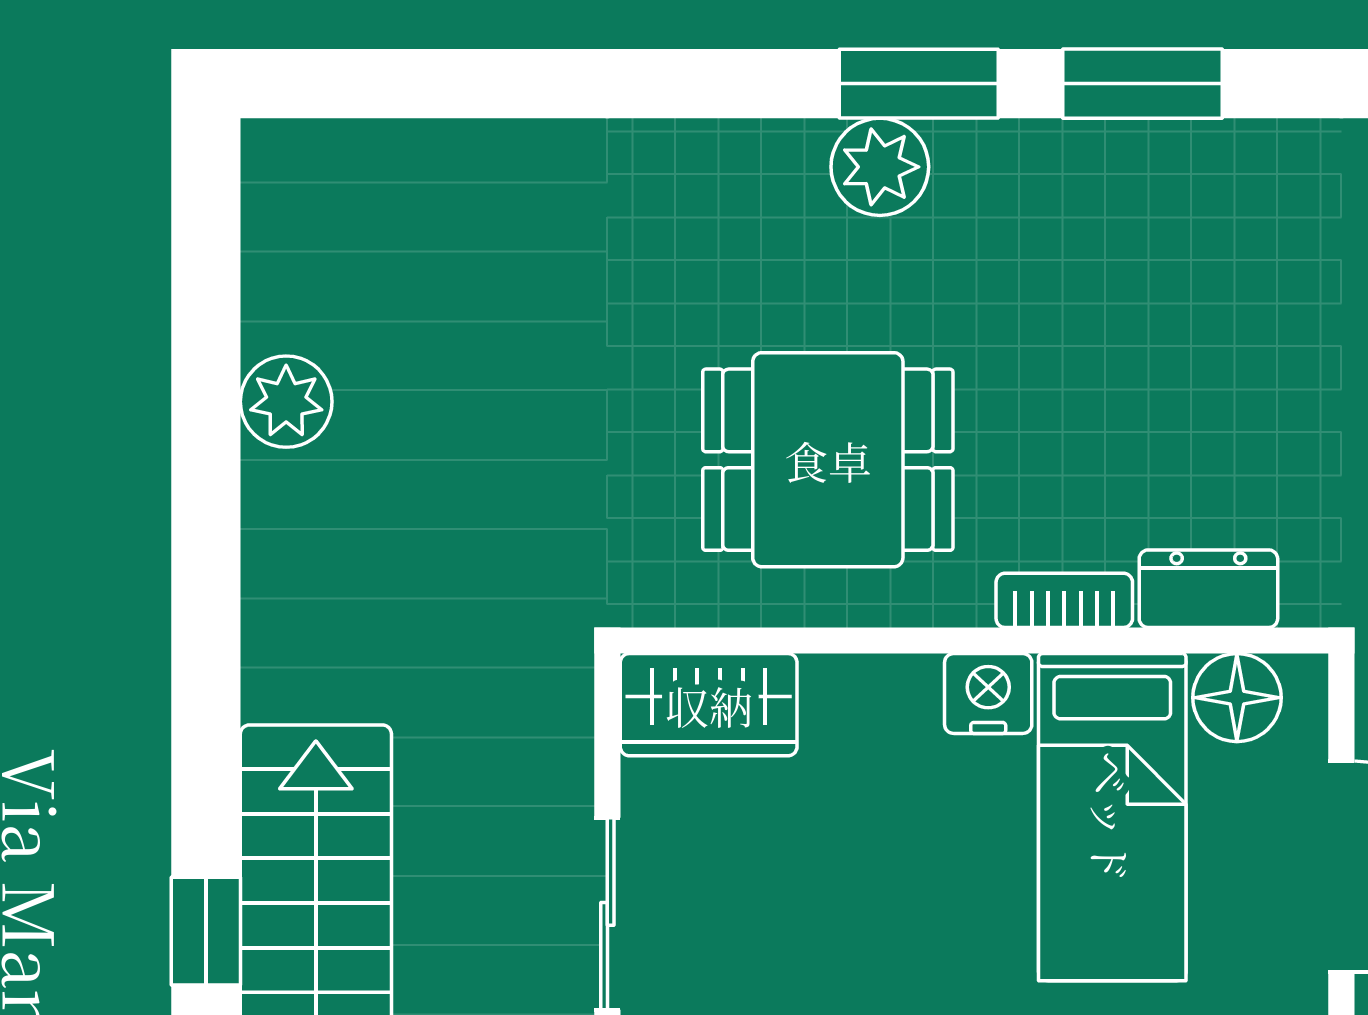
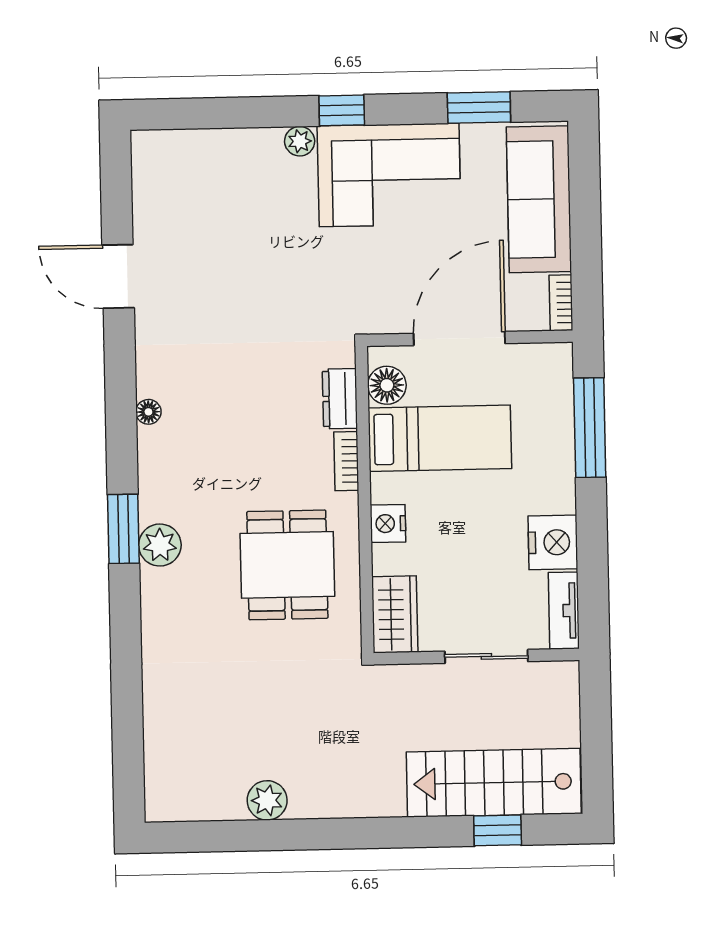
window: (1142, 84) -> (121, 432), removed
floor lamp: (1187, 147) -> (148, 412), added
nightstand: (988, 694) -> (388, 524), moved

